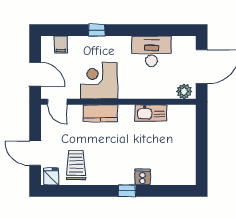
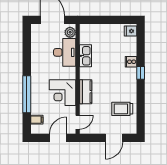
window: (97, 30) -> (27, 94), width x3.17
desk: (151, 51) -> (65, 52), moved, turned 180
fridge: (51, 176) -> (130, 31), moved

